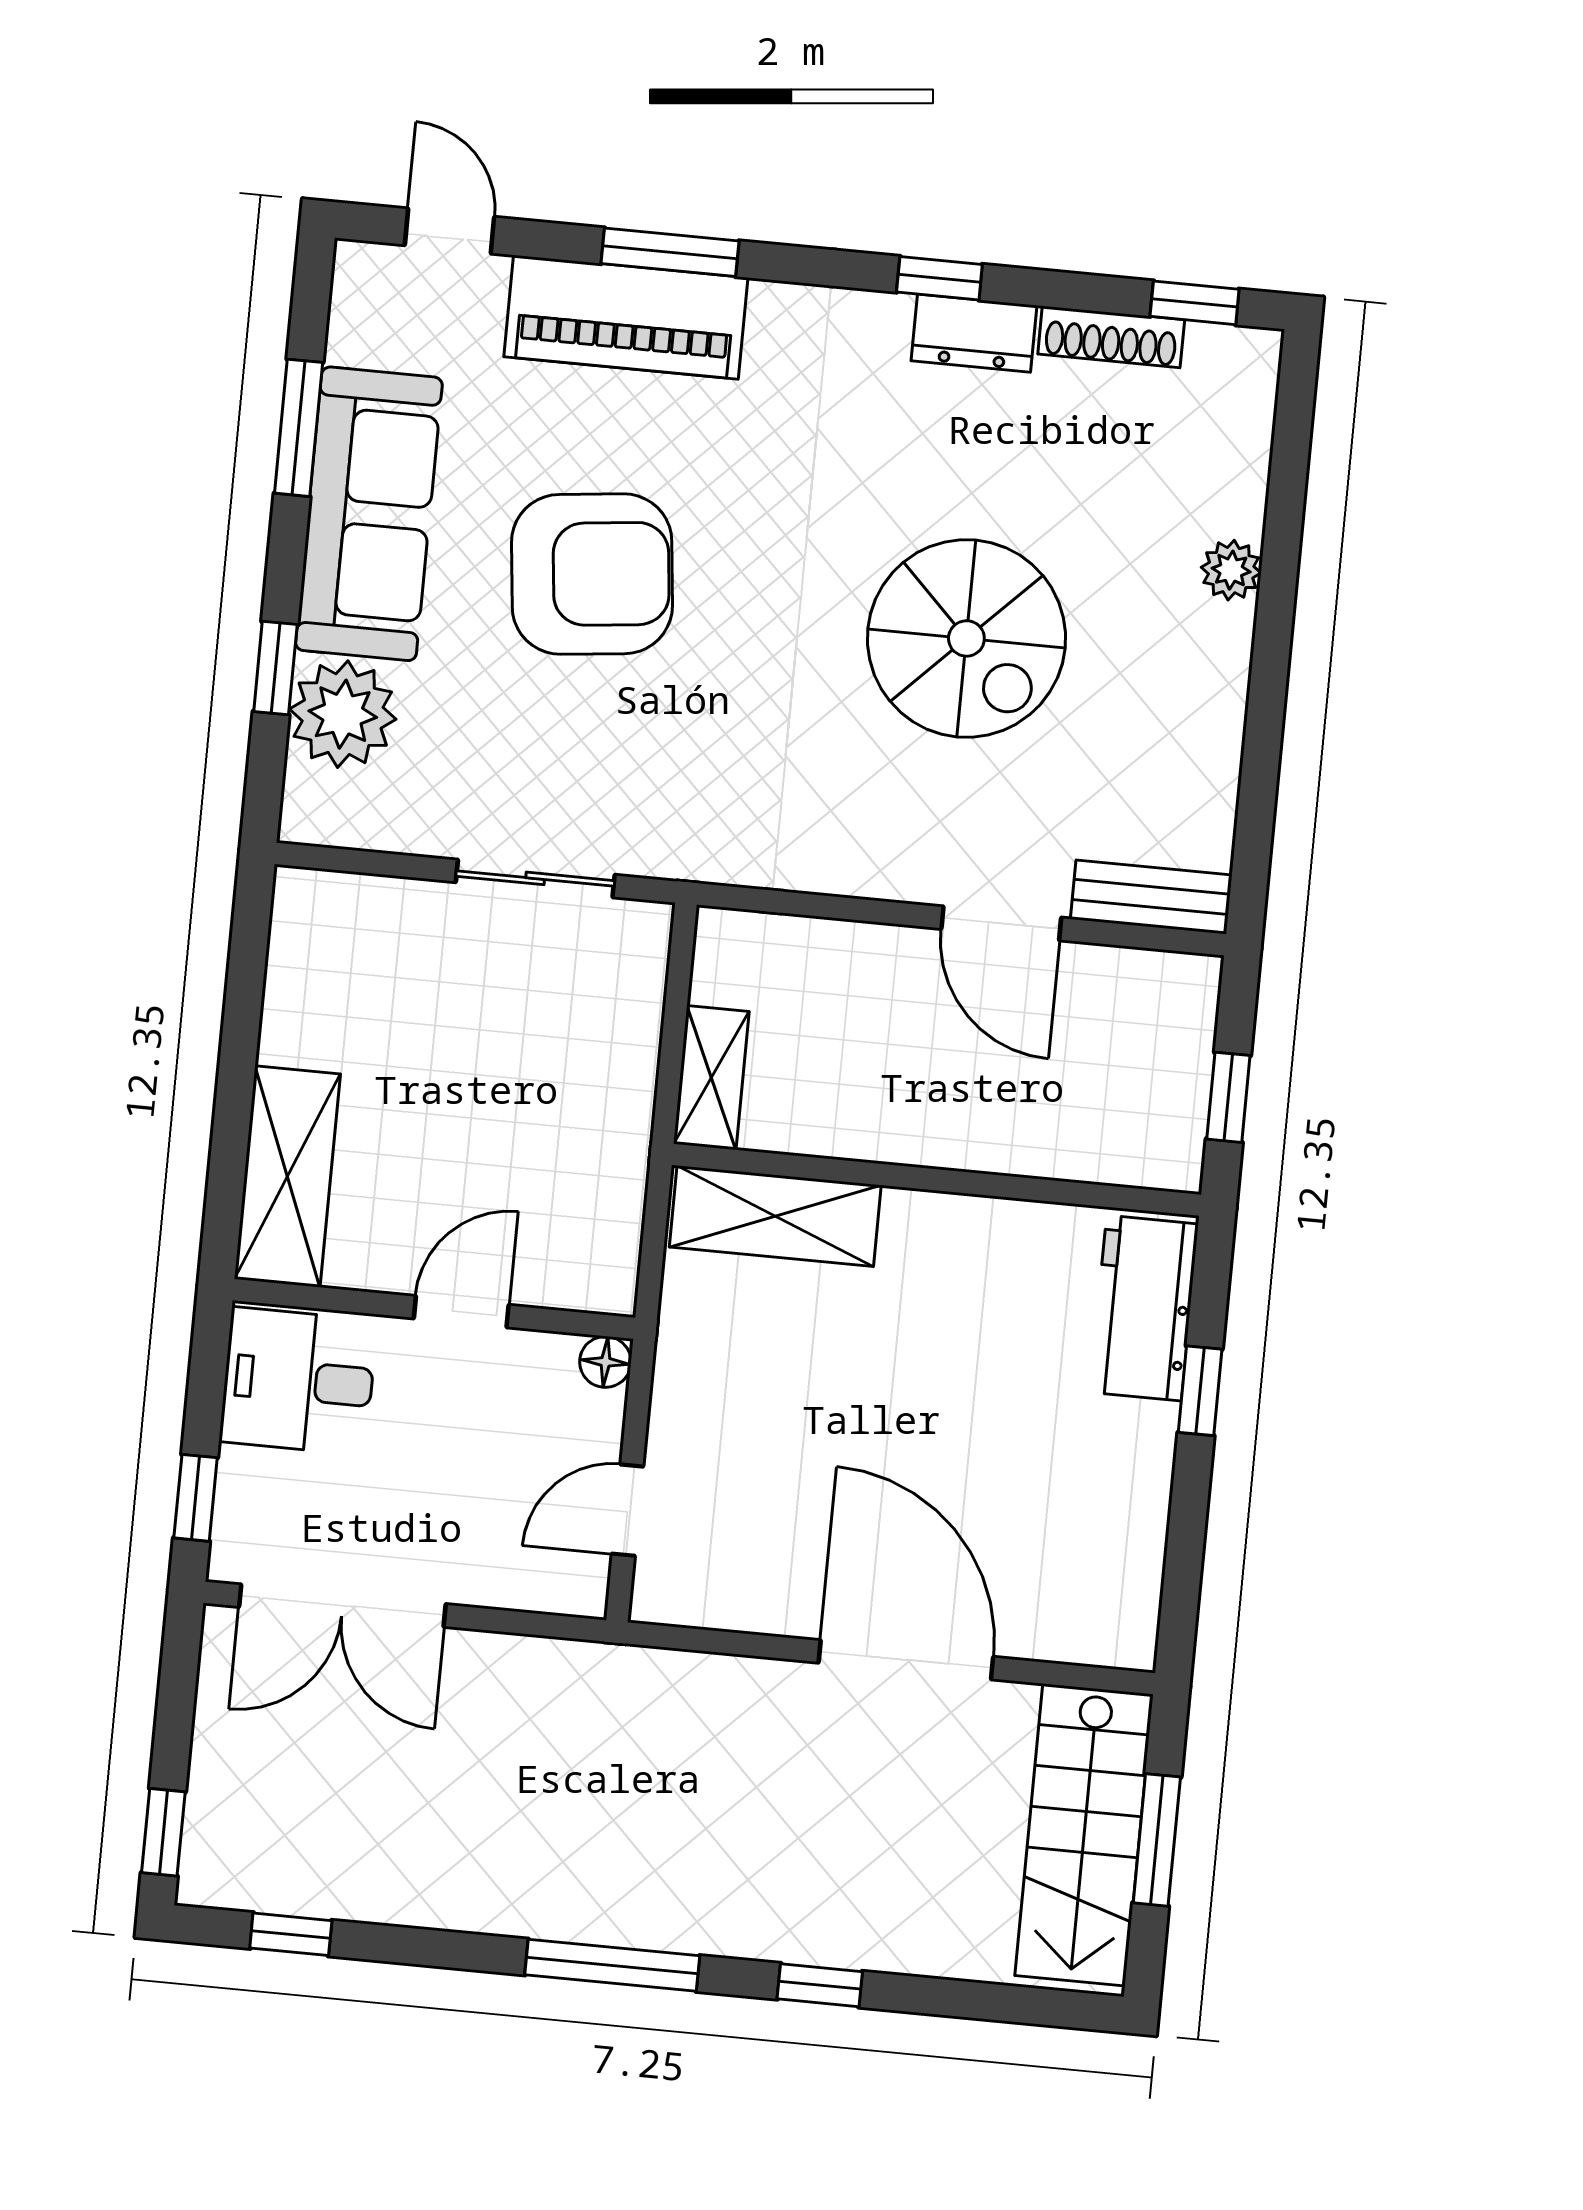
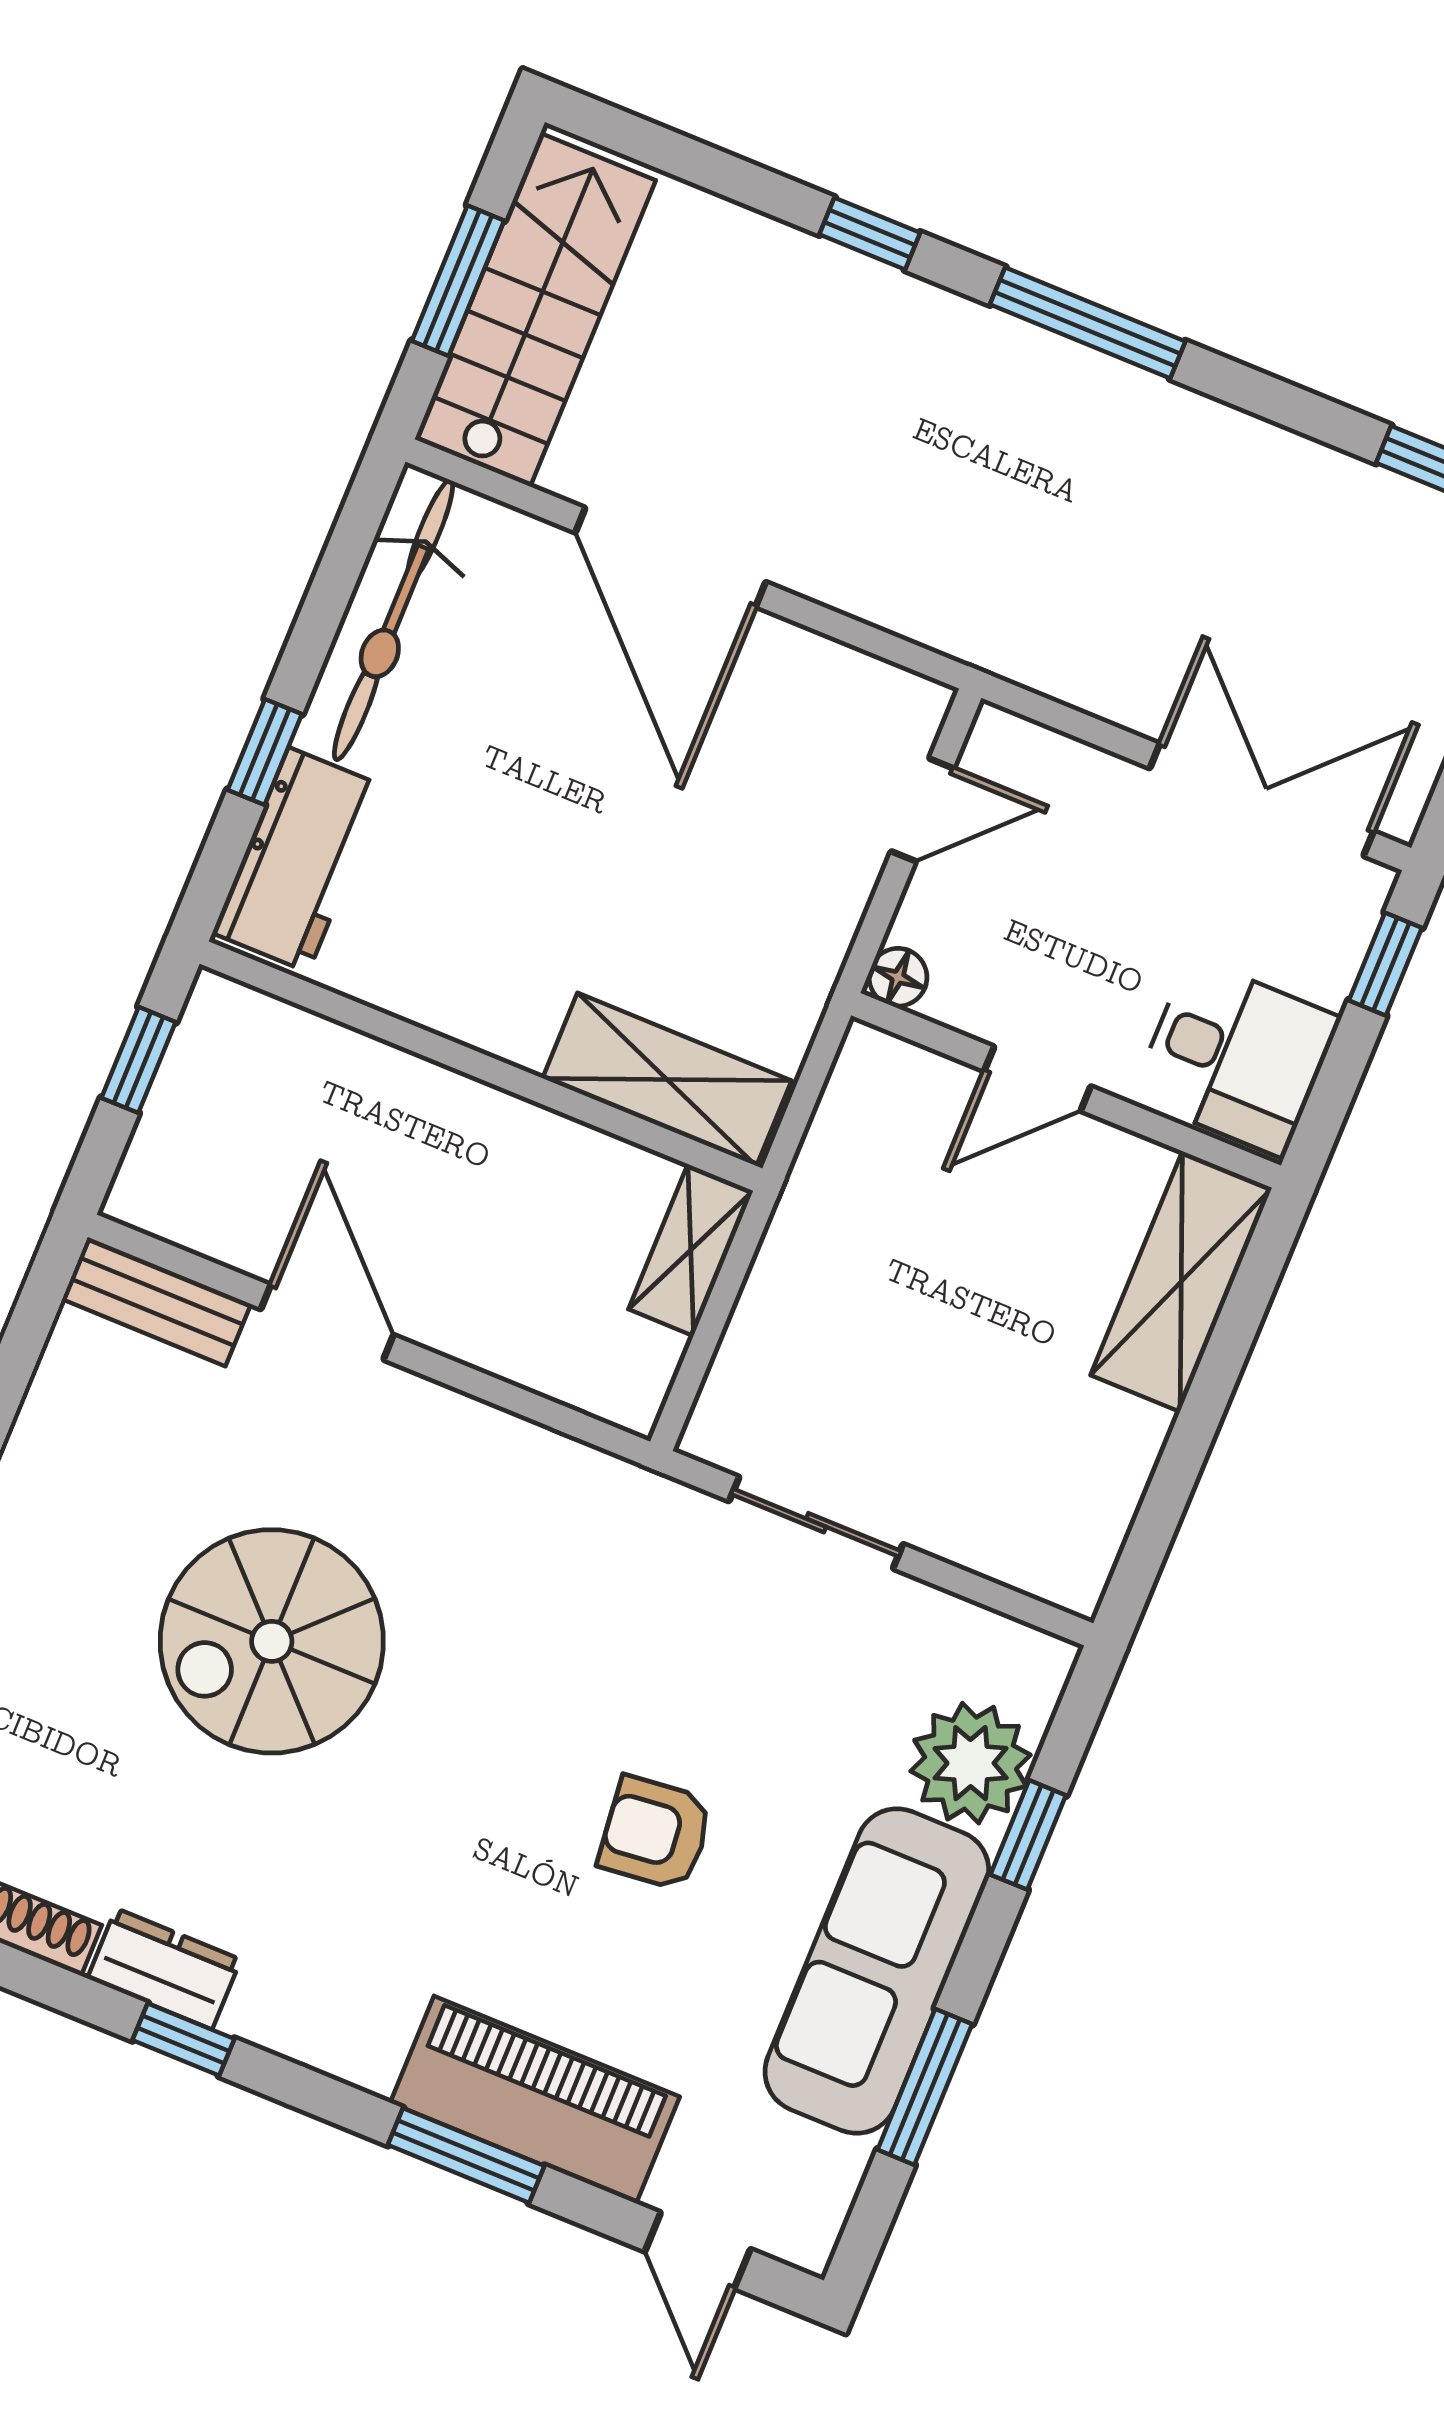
armchair: (592, 574) -> (655, 1833), width x0.53, depth x0.53
spiral stairs: (966, 638) -> (272, 1641), turned -90
bicycle: (1125, 1536) -> (393, 620), added

